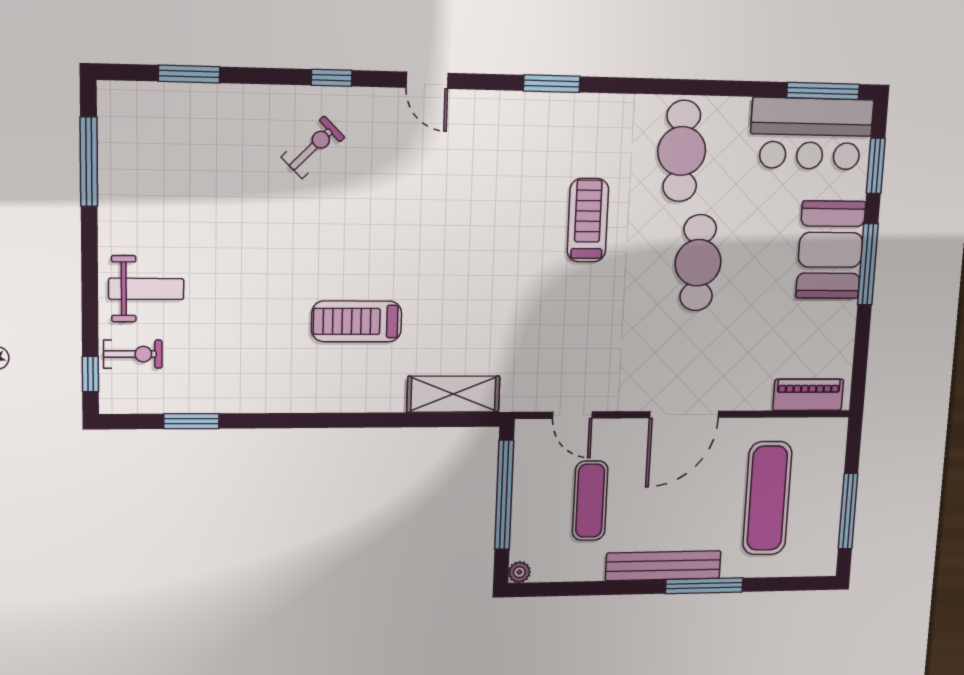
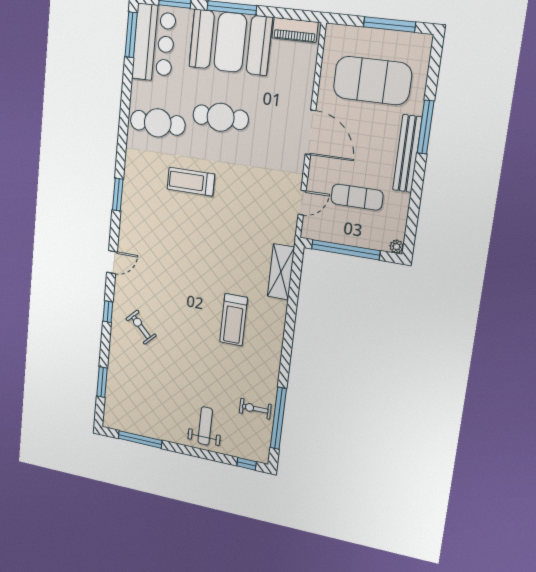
booth: (831, 250) -> (230, 42), width x1.36, depth x1.42
exercise bike: (133, 354) -> (255, 409), moved, turned -90
piano: (808, 395) -> (295, 30), moved, turned -90
window: (191, 421) -> (278, 418), width x2.11
exercise mat: (767, 498) -> (372, 81), width x1.47

